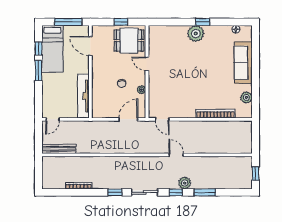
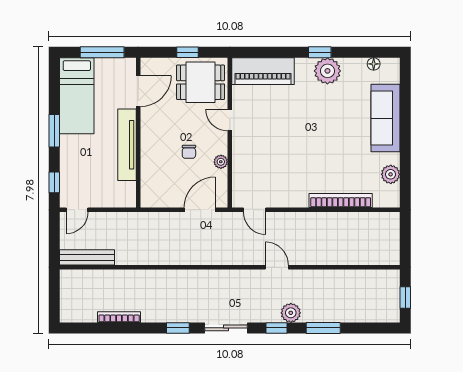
piano: (167, 34) -> (263, 71), added
plant: (196, 34) -> (327, 71), moved
door: (90, 46) -> (138, 91), swing flipped
window: (38, 49) -> (54, 182), moved
tv unit: (83, 96) -> (127, 145), moved

